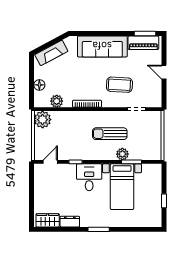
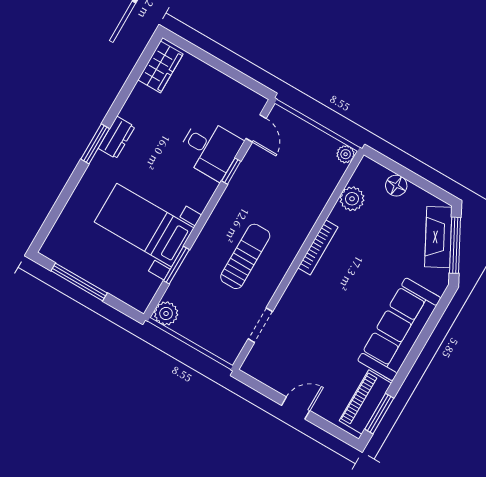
window: (51, 43) -> (455, 245), added
coffee table: (119, 85) -> (318, 321), removed
plant: (43, 120) -> (346, 154), width x0.53, depth x0.53
plant: (122, 154) -> (166, 313), moved
desk: (89, 177) -> (210, 149), moved
window: (164, 201) -> (79, 282), width x2.17
dresser: (70, 222) -> (116, 137), moved

